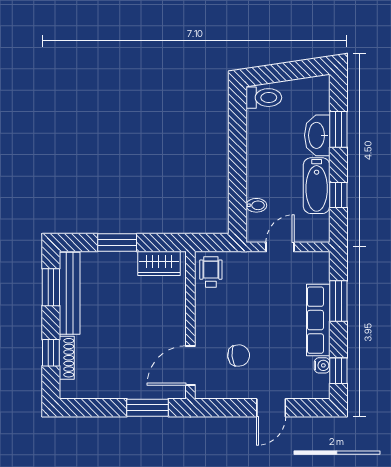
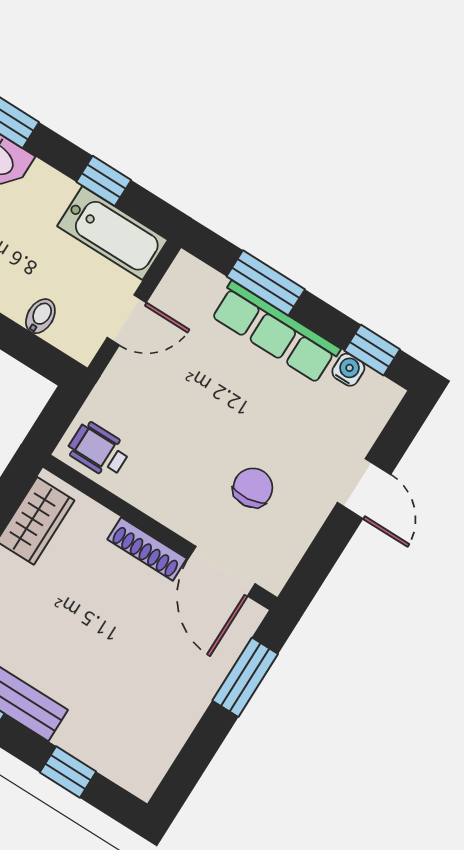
bathtub: (317, 186) -> (112, 233), moved
door: (280, 247) -> (127, 320), swing flipped
shoe rack: (67, 358) -> (147, 549), moved, turned 180

